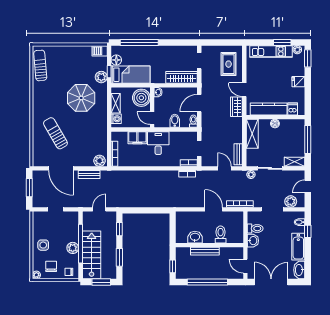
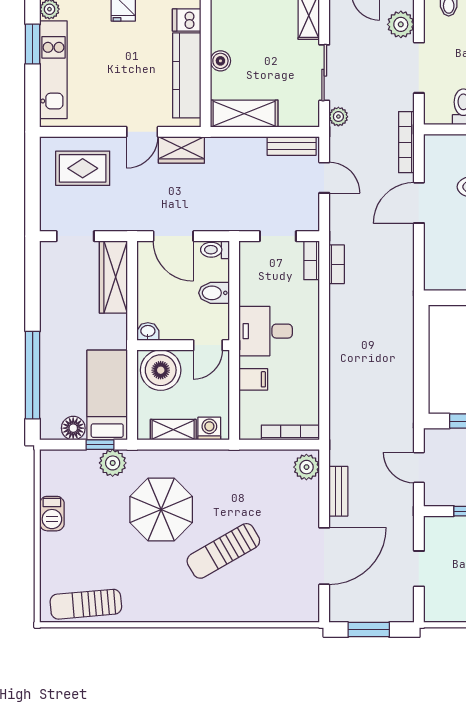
barbecue: (100, 51) -> (52, 514), moved
sun lounger: (55, 133) -> (223, 551), moved
filing cabinet: (137, 138) -> (253, 379), width x0.50
door: (225, 168) -> (324, 178), swing flipped

